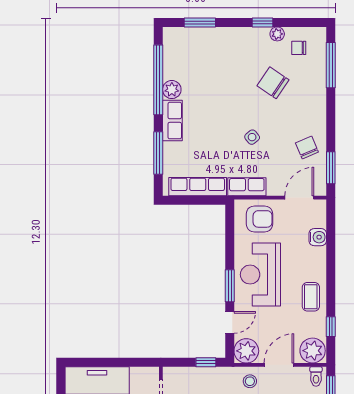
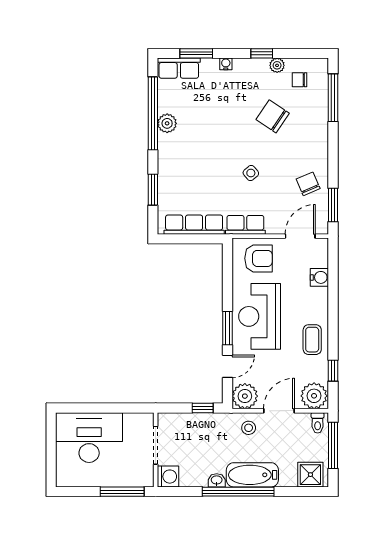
water cooler: (228, 33) -> (226, 64), added
row of seats: (172, 121) -> (179, 68), moved, turned 90
window: (158, 153) -> (153, 190), width x0.69

